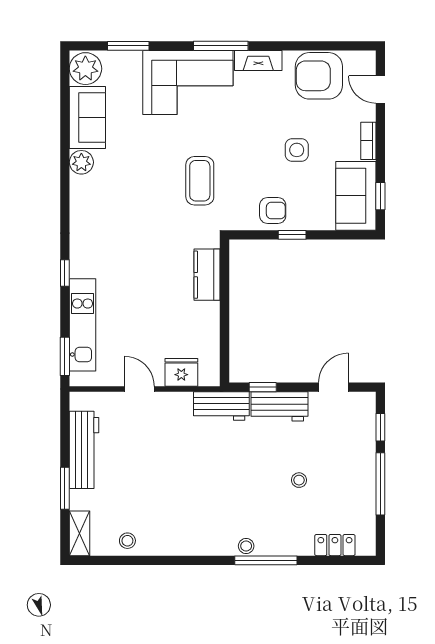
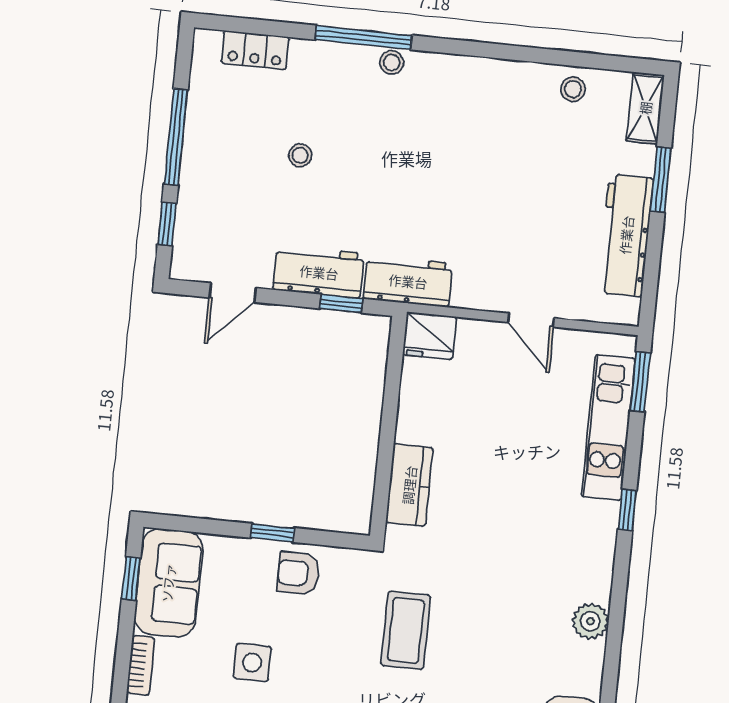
plant: (81, 162) -> (590, 621), moved
fridge: (181, 372) -> (430, 336), moved

